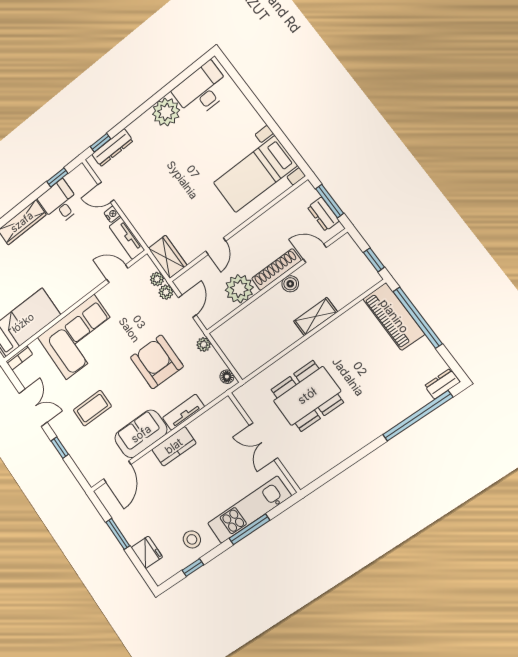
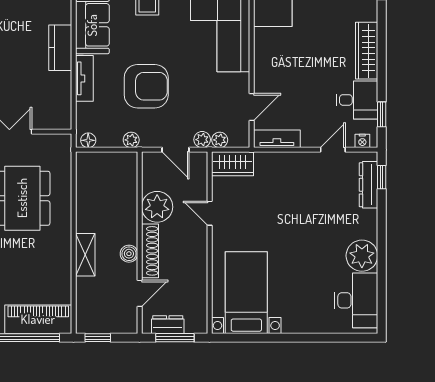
nightstand: (112, 214) -> (362, 141), moved

